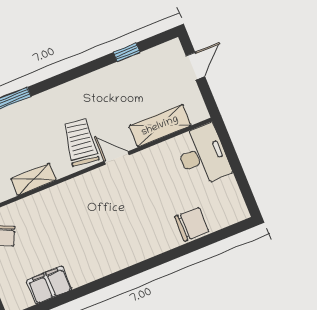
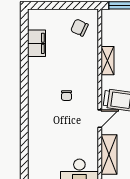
chair: (192, 224) -> (67, 96), moved, width x0.54, depth x0.54

